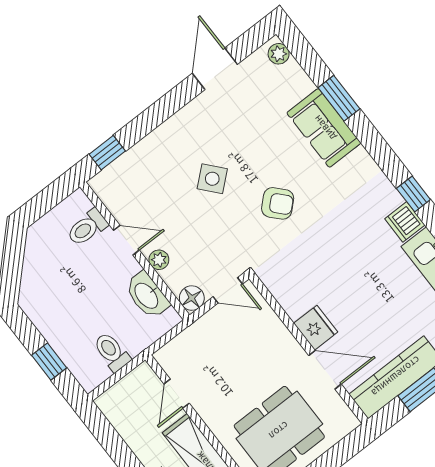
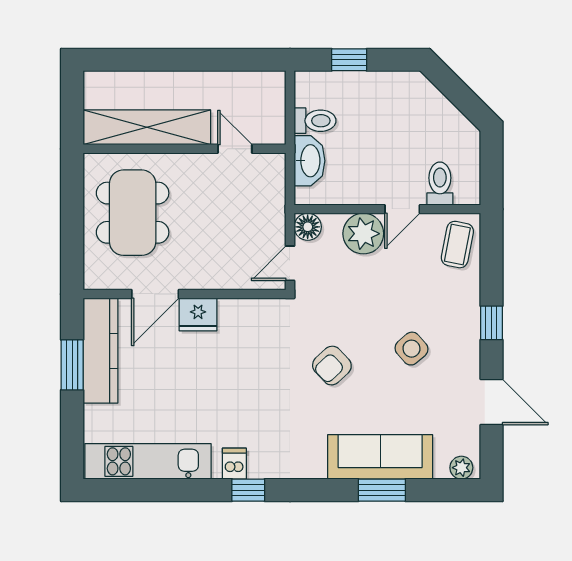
sofa: (324, 128) -> (380, 457), width x1.36
window: (107, 153) -> (491, 323), moved
side table: (212, 179) -> (411, 349), moved
coffee table: (121, 181) -> (457, 245), added
dishwasher: (405, 222) -> (234, 464), width x0.73
plant: (159, 260) -> (363, 234), width x1.87, depth x1.87
washbasin: (147, 295) -> (309, 161), moved, turned 90

